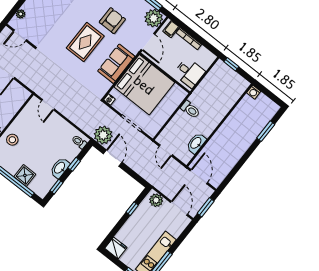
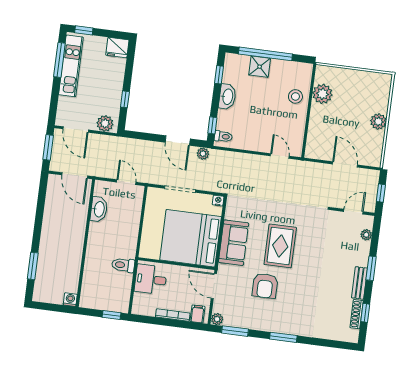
plant: (154, 18) -> (217, 319), width x0.53, depth x0.53
toilet: (190, 110) -> (123, 265), moved
plant: (103, 135) -> (203, 154), width x0.53, depth x0.53
window: (74, 164) -> (212, 125), moved

